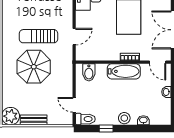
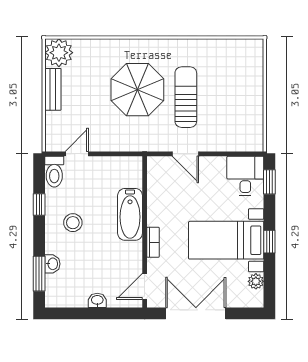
bathtub: (124, 71) -> (130, 214), moved
bidet: (89, 72) -> (128, 177), removed
stool: (124, 118) -> (73, 223), moved
window: (150, 129) -> (39, 274), added

